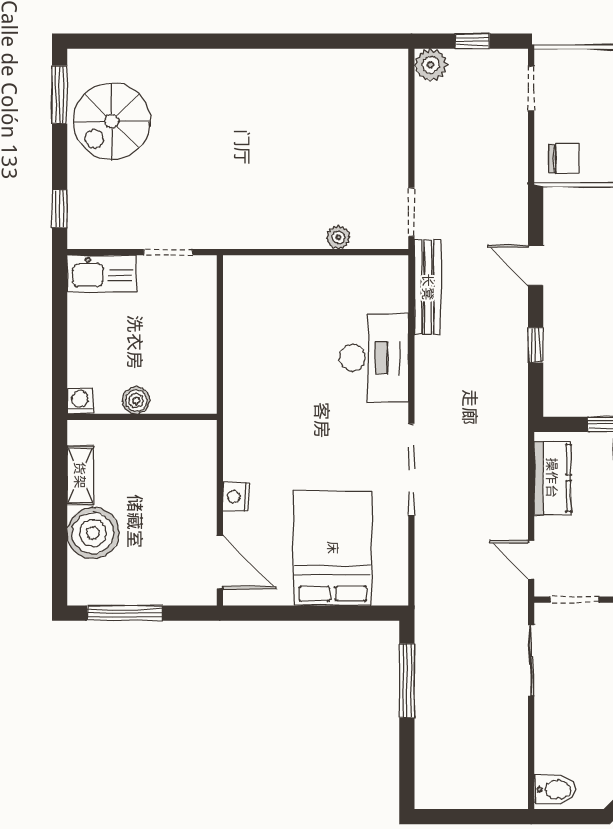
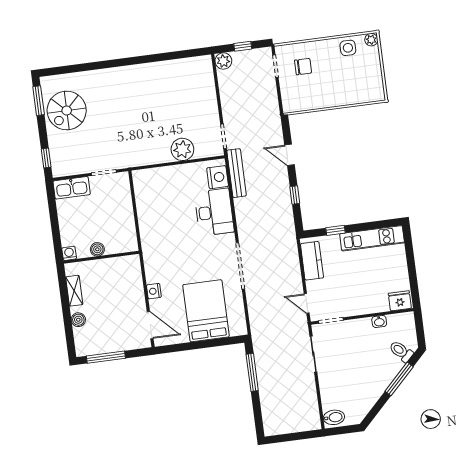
chair: (564, 159) -> (303, 67), moved
plant: (338, 237) -> (182, 149), width x1.87, depth x1.87
nightstand: (390, 290) -> (218, 177), added
boiler: (93, 533) -> (78, 320), width x0.54, depth x0.54

